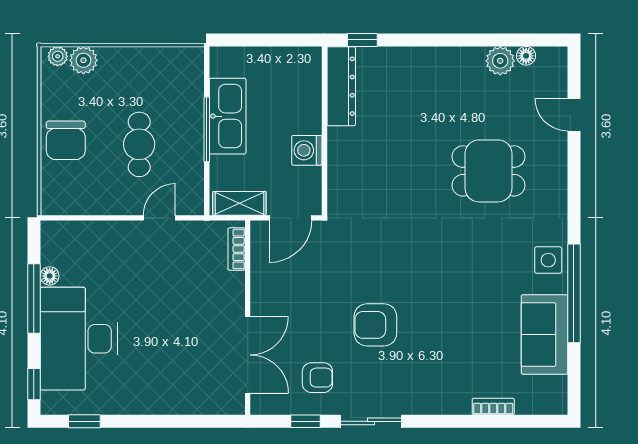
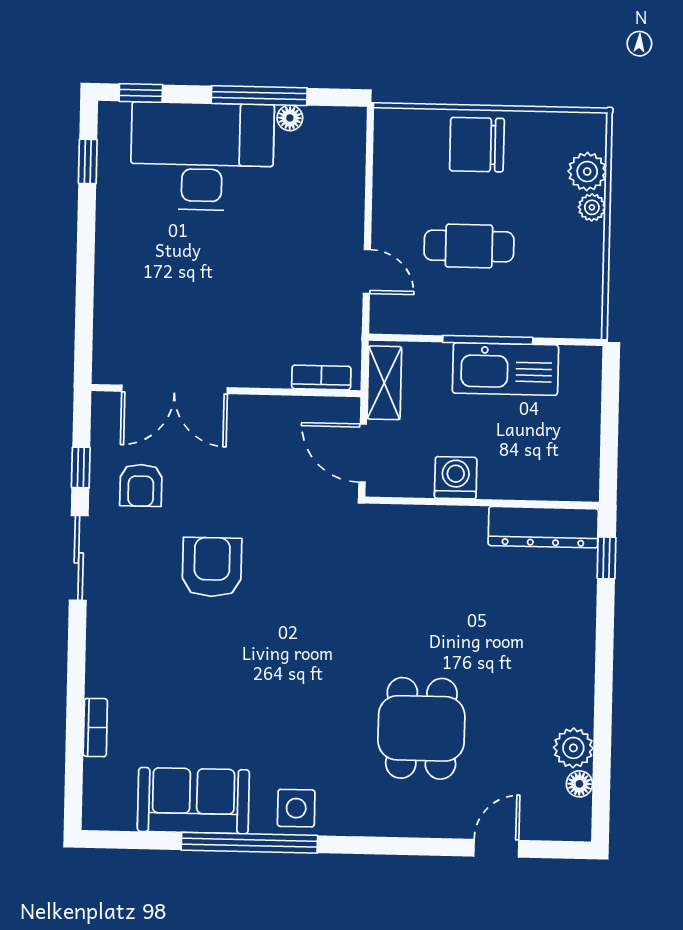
plant: (58, 56) -> (592, 207), moved

